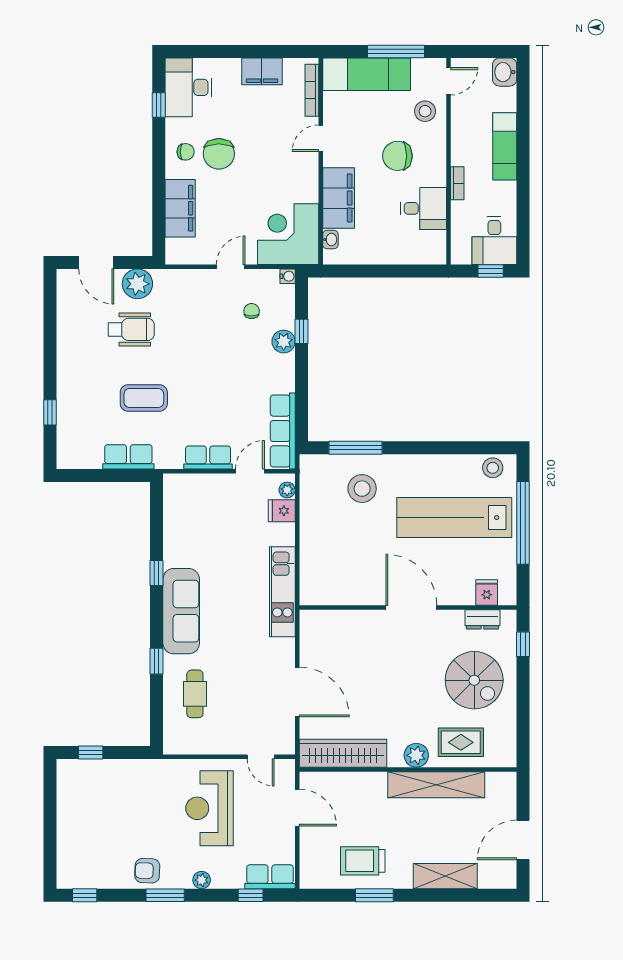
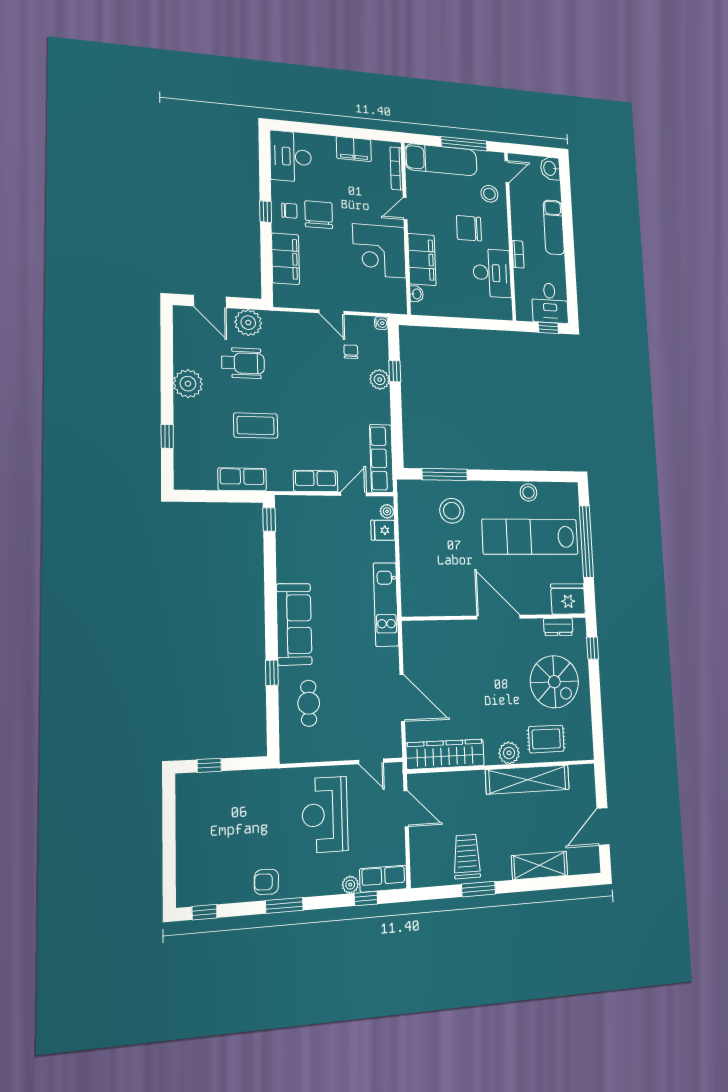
window: (159, 105) -> (266, 212), moved
chair: (219, 154) -> (319, 215), turned 180
desk: (424, 208) -> (492, 273), width x1.37
corner desk: (288, 234) -> (379, 251), moved, turned -90
door: (231, 267) -> (332, 312), swing flipped
plant: (72, 355) -> (188, 384), added
stool: (493, 468) -> (528, 492), moved
window: (157, 573) -> (269, 520), moved
fridge: (487, 593) -> (568, 599), width x1.88, depth x1.34
trolley: (363, 861) -> (467, 857), turned 90
plant: (202, 880) -> (350, 885), moved

